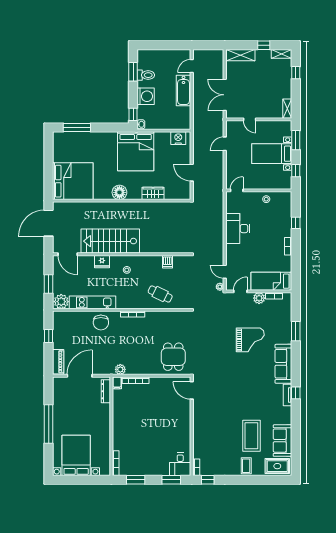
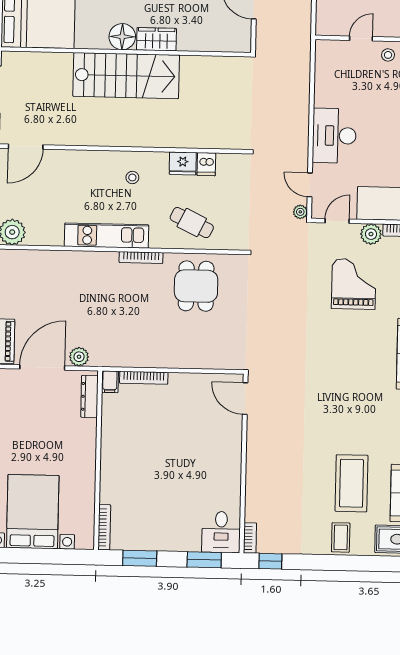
door: (237, 190) -> (361, 38), moved
wardrobe: (153, 193) -> (156, 39), moved
desk: (238, 229) -> (334, 136), moved
stairs: (110, 241) -> (126, 76), moved, turned 180
door: (68, 254) -> (26, 147), hinge flipped
fridge: (102, 262) -> (183, 163), moved
kitchen unit: (92, 302) -> (107, 236), moved
chair: (101, 322) -> (83, 272), removed
grand piano: (250, 340) -> (354, 284), moved, turned -90
dining table: (173, 357) -> (196, 286), moved
plant: (120, 369) -> (79, 357), moved

